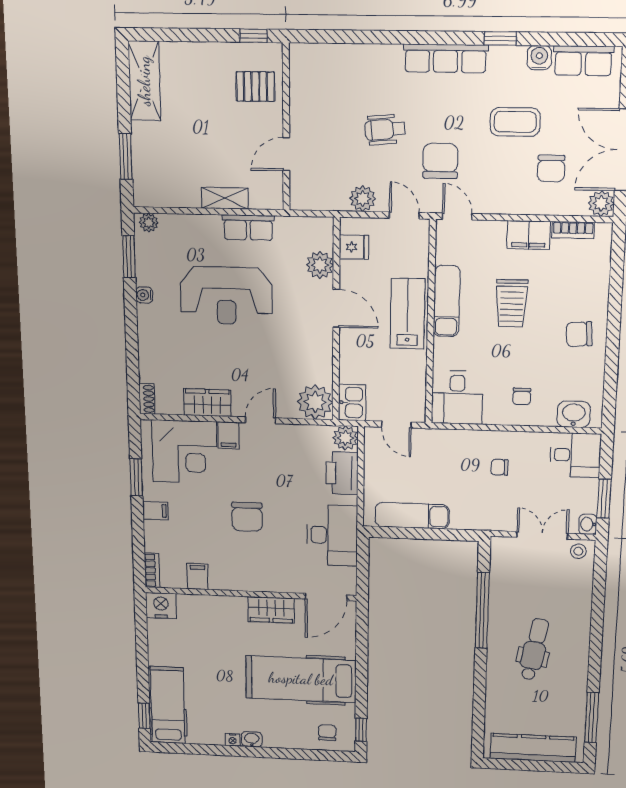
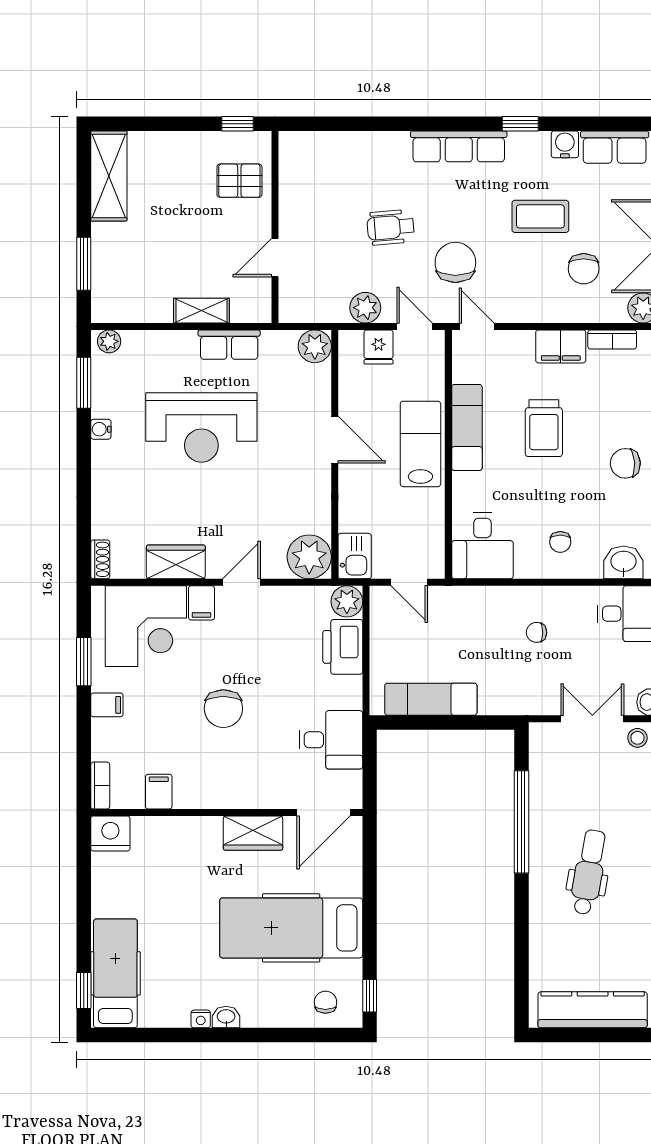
fridge: (354, 247) -> (379, 347), moved, turned 90
plant: (320, 265) -> (315, 346), moved
desk: (332, 535) -> (331, 740), width x0.73

